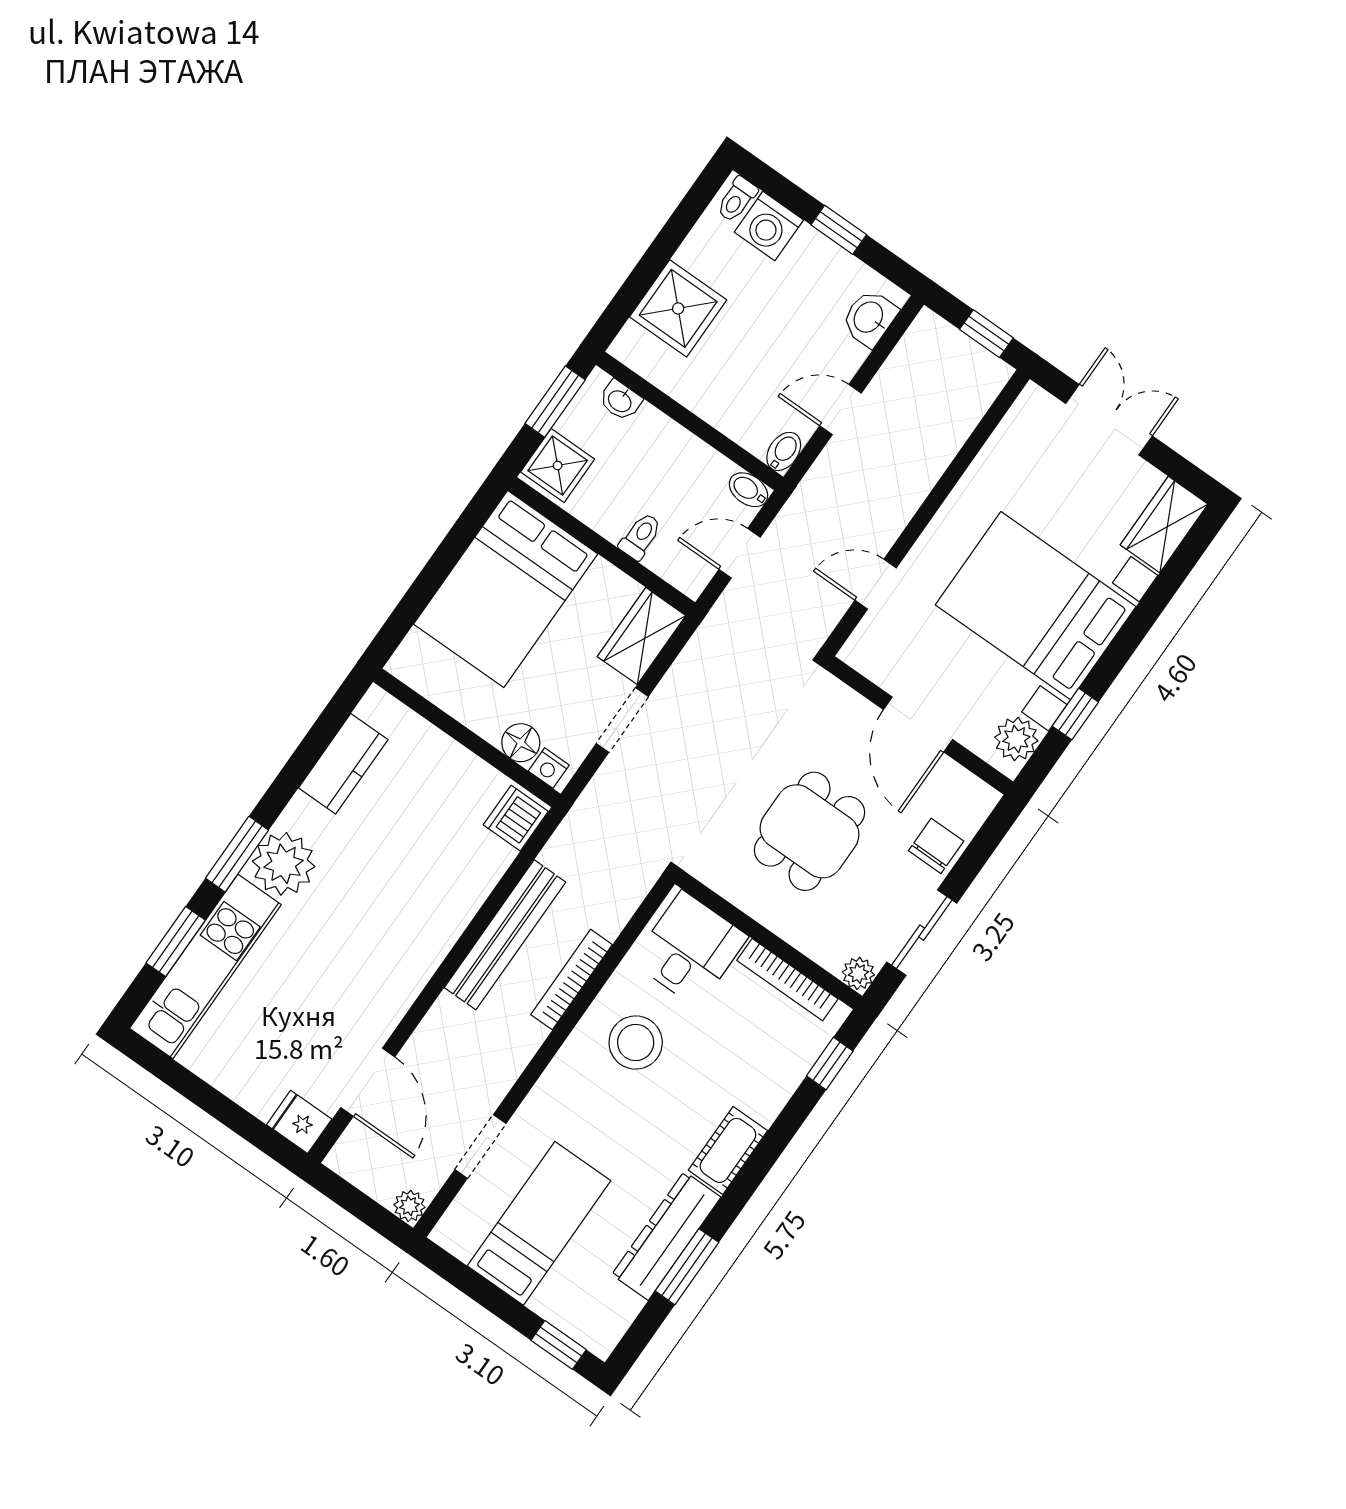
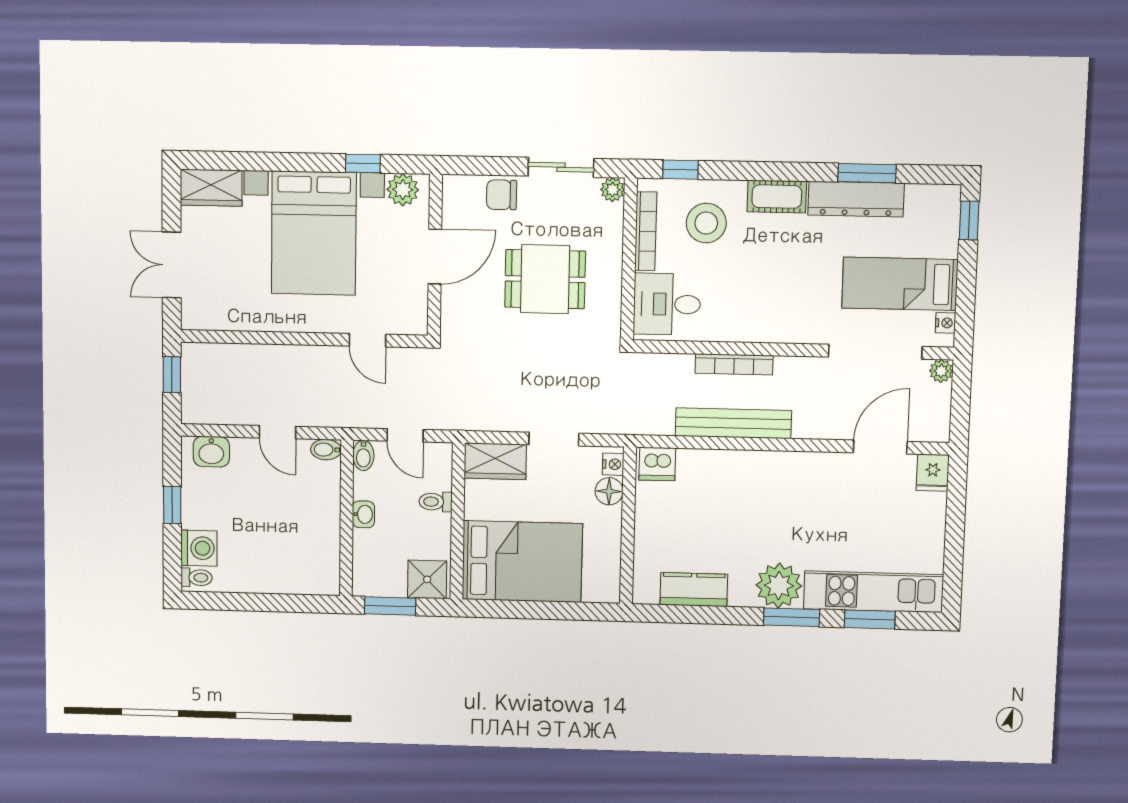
shower: (678, 308) -> (285, 570), removed
washbasin: (620, 401) -> (363, 514), moved
stool: (636, 1042) -> (706, 223), moved
doorway: (480, 1147) -> (875, 352), width x1.87
nightstand: (461, 1246) -> (945, 323), added

